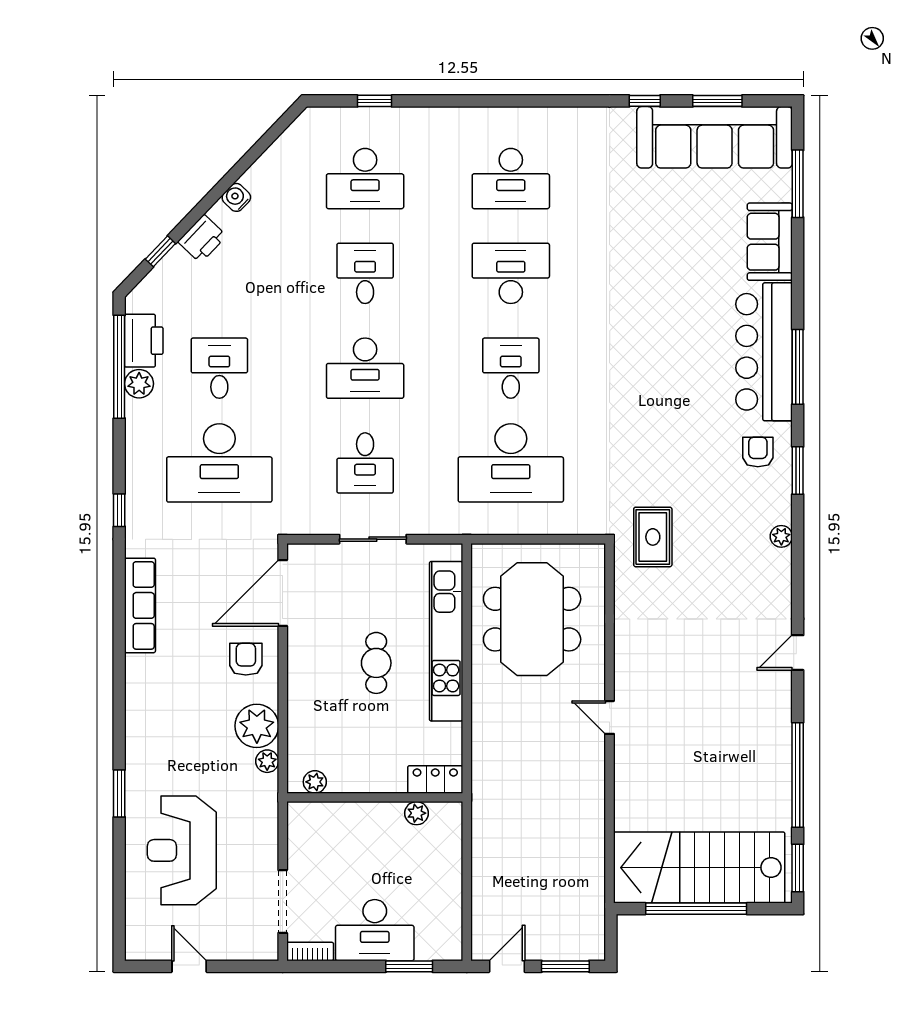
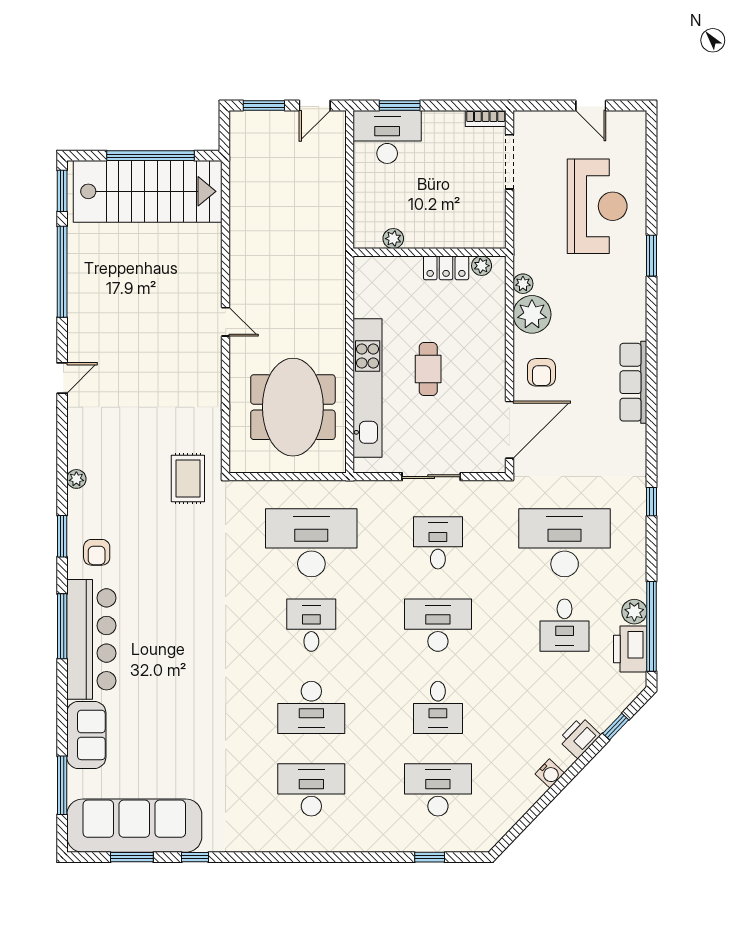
desk: (511, 368) -> (311, 625), turned 180
row of seats: (140, 605) -> (633, 382), moved
locker: (435, 779) -> (446, 268), moved
desk: (375, 930) -> (387, 137), moved

